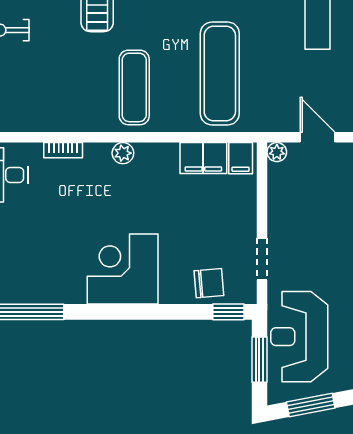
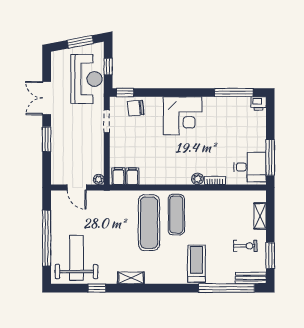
exercise mat: (220, 73) -> (149, 223), moved
plant: (123, 153) -> (198, 179), moved
filing cabinet: (203, 158) -> (132, 176), width x0.50
window: (259, 360) -> (108, 67), width x0.67

